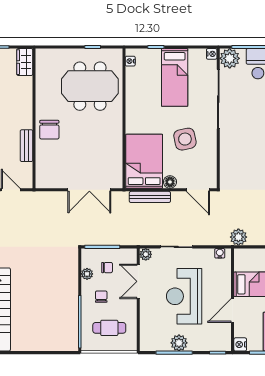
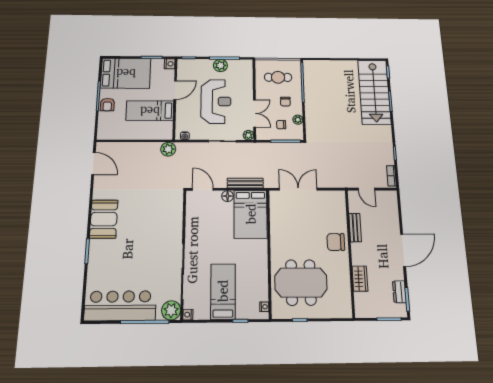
wardrobe: (25, 62) -> (360, 279), moved
chair: (49, 130) -> (336, 242), turned -90
side table: (185, 139) -> (214, 234), removed

